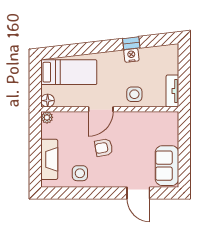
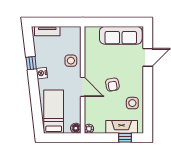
nightstand: (131, 55) -> (42, 73), moved
tv unit: (172, 91) -> (47, 31), moved
window: (35, 164) -> (125, 138), added
sofa: (167, 166) -> (121, 35), width x1.36

